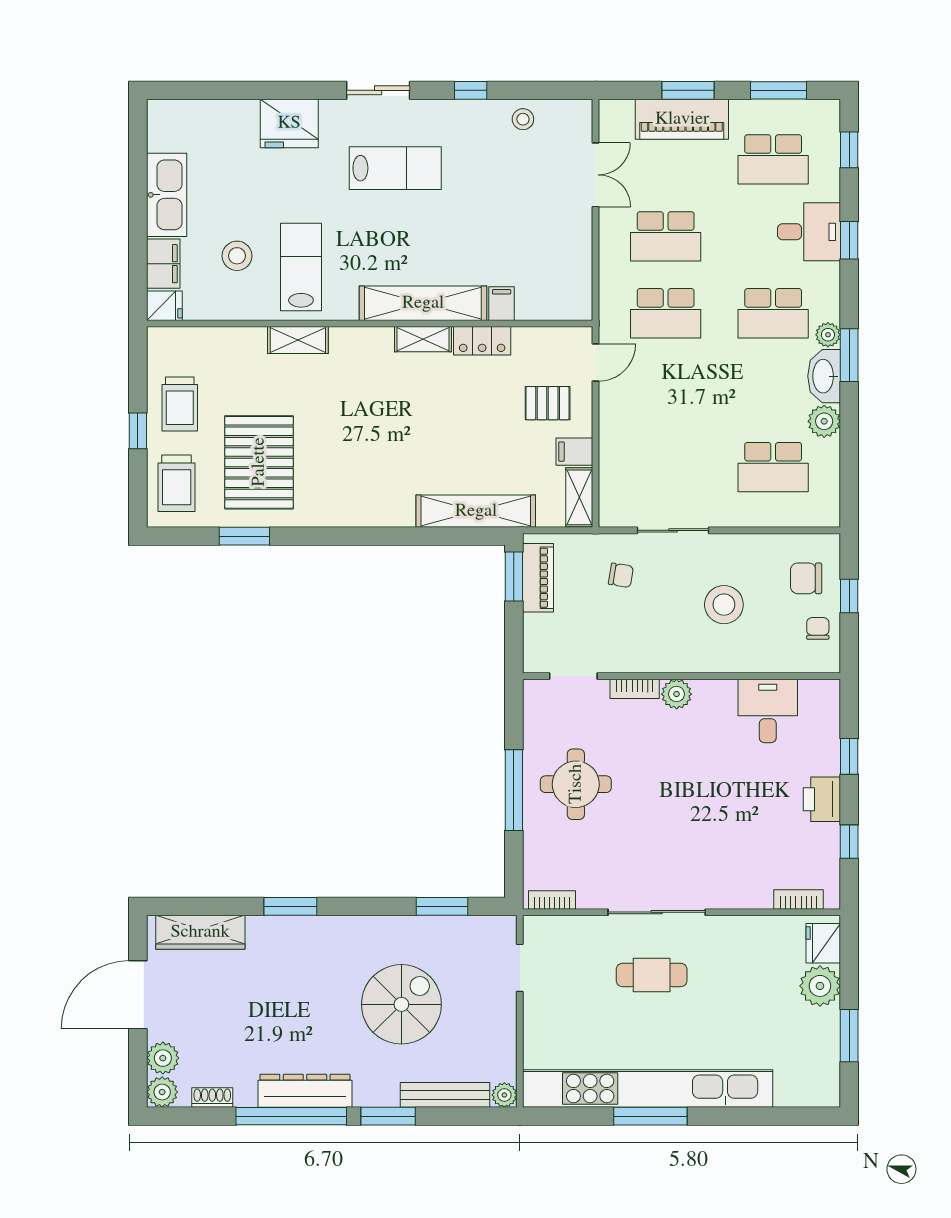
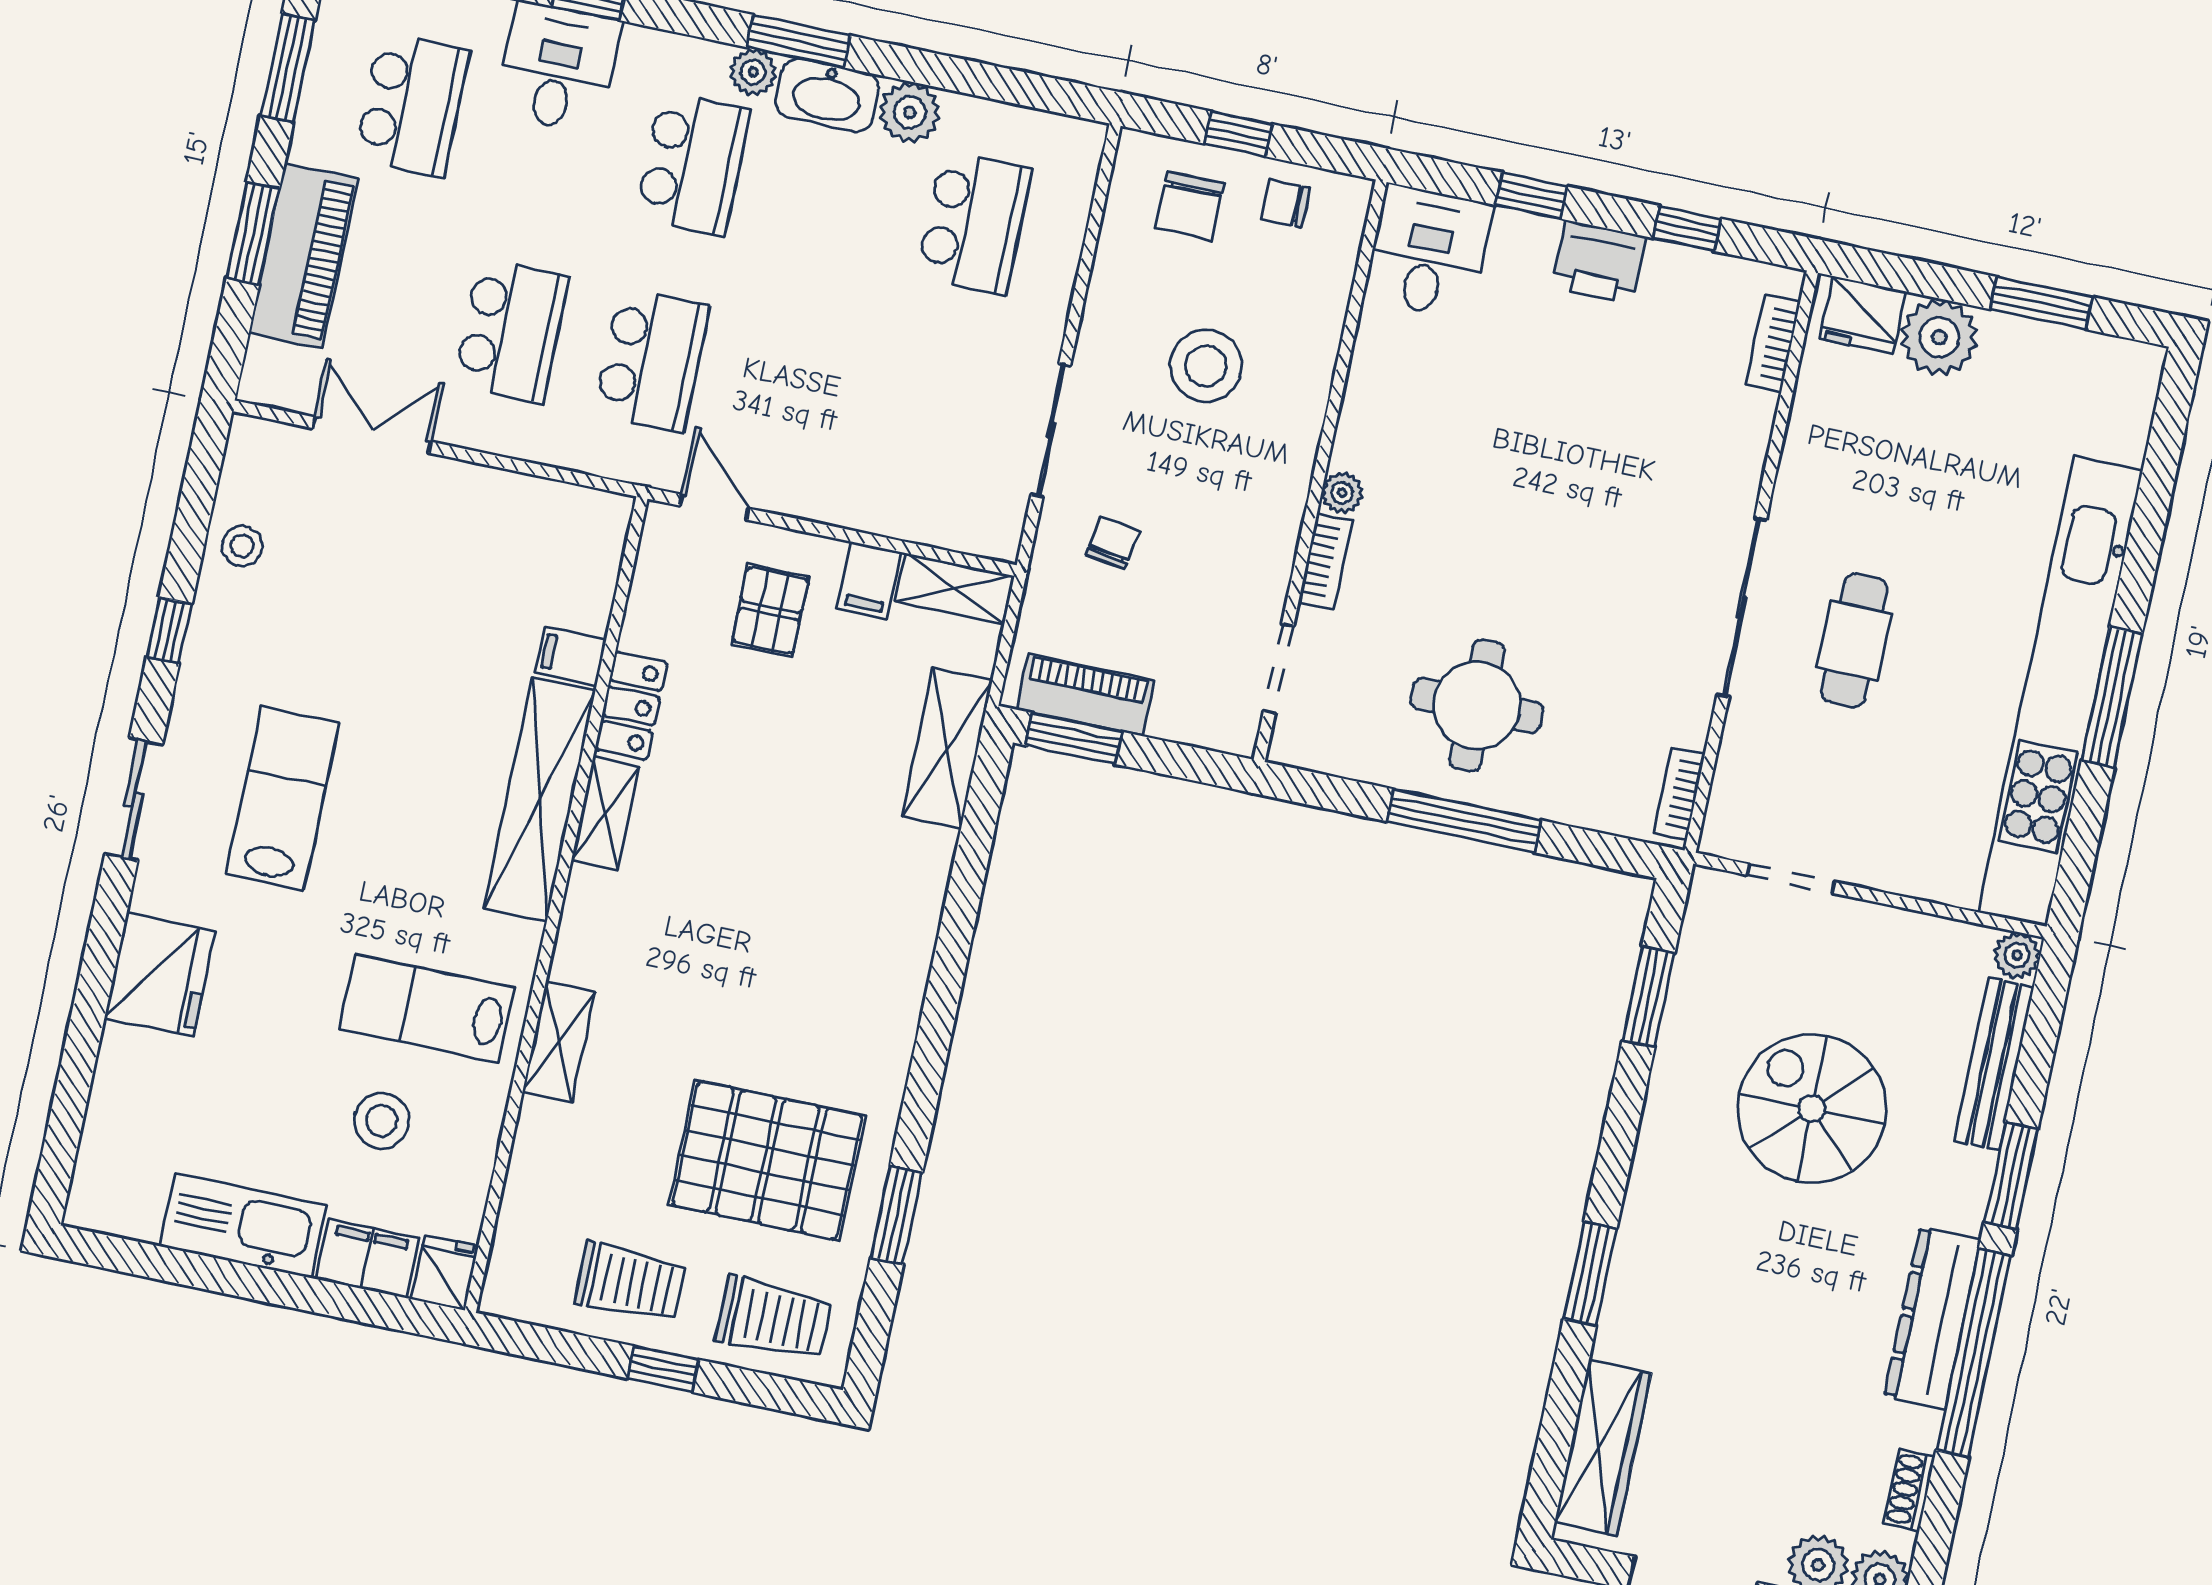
shelving: (476, 511) -> (947, 748), width x0.68
plant: (677, 694) -> (1342, 493), width x0.73, depth x0.73
desk: (768, 711) -> (1428, 251), moved, turned 90

